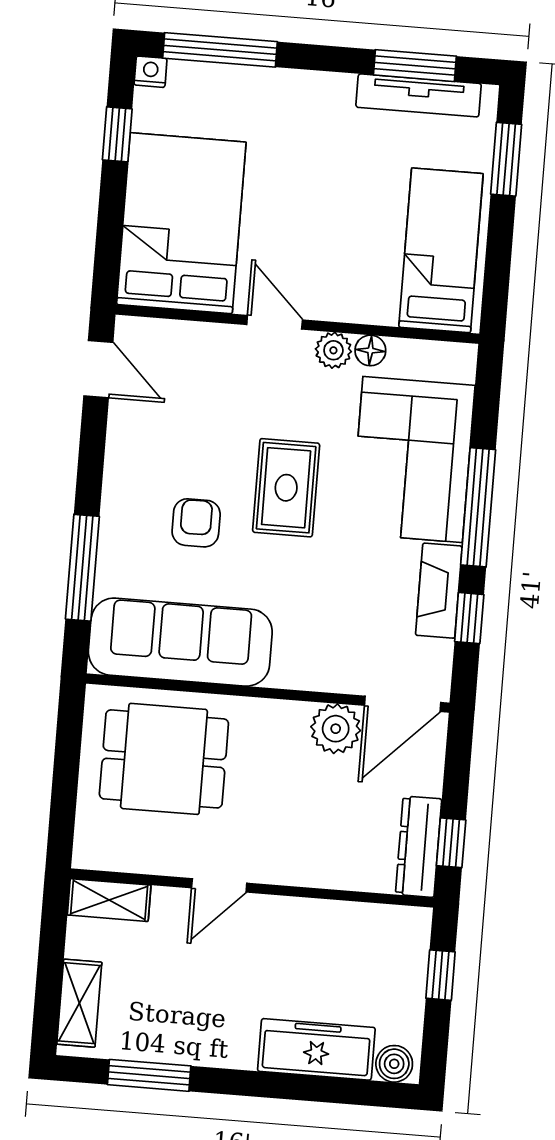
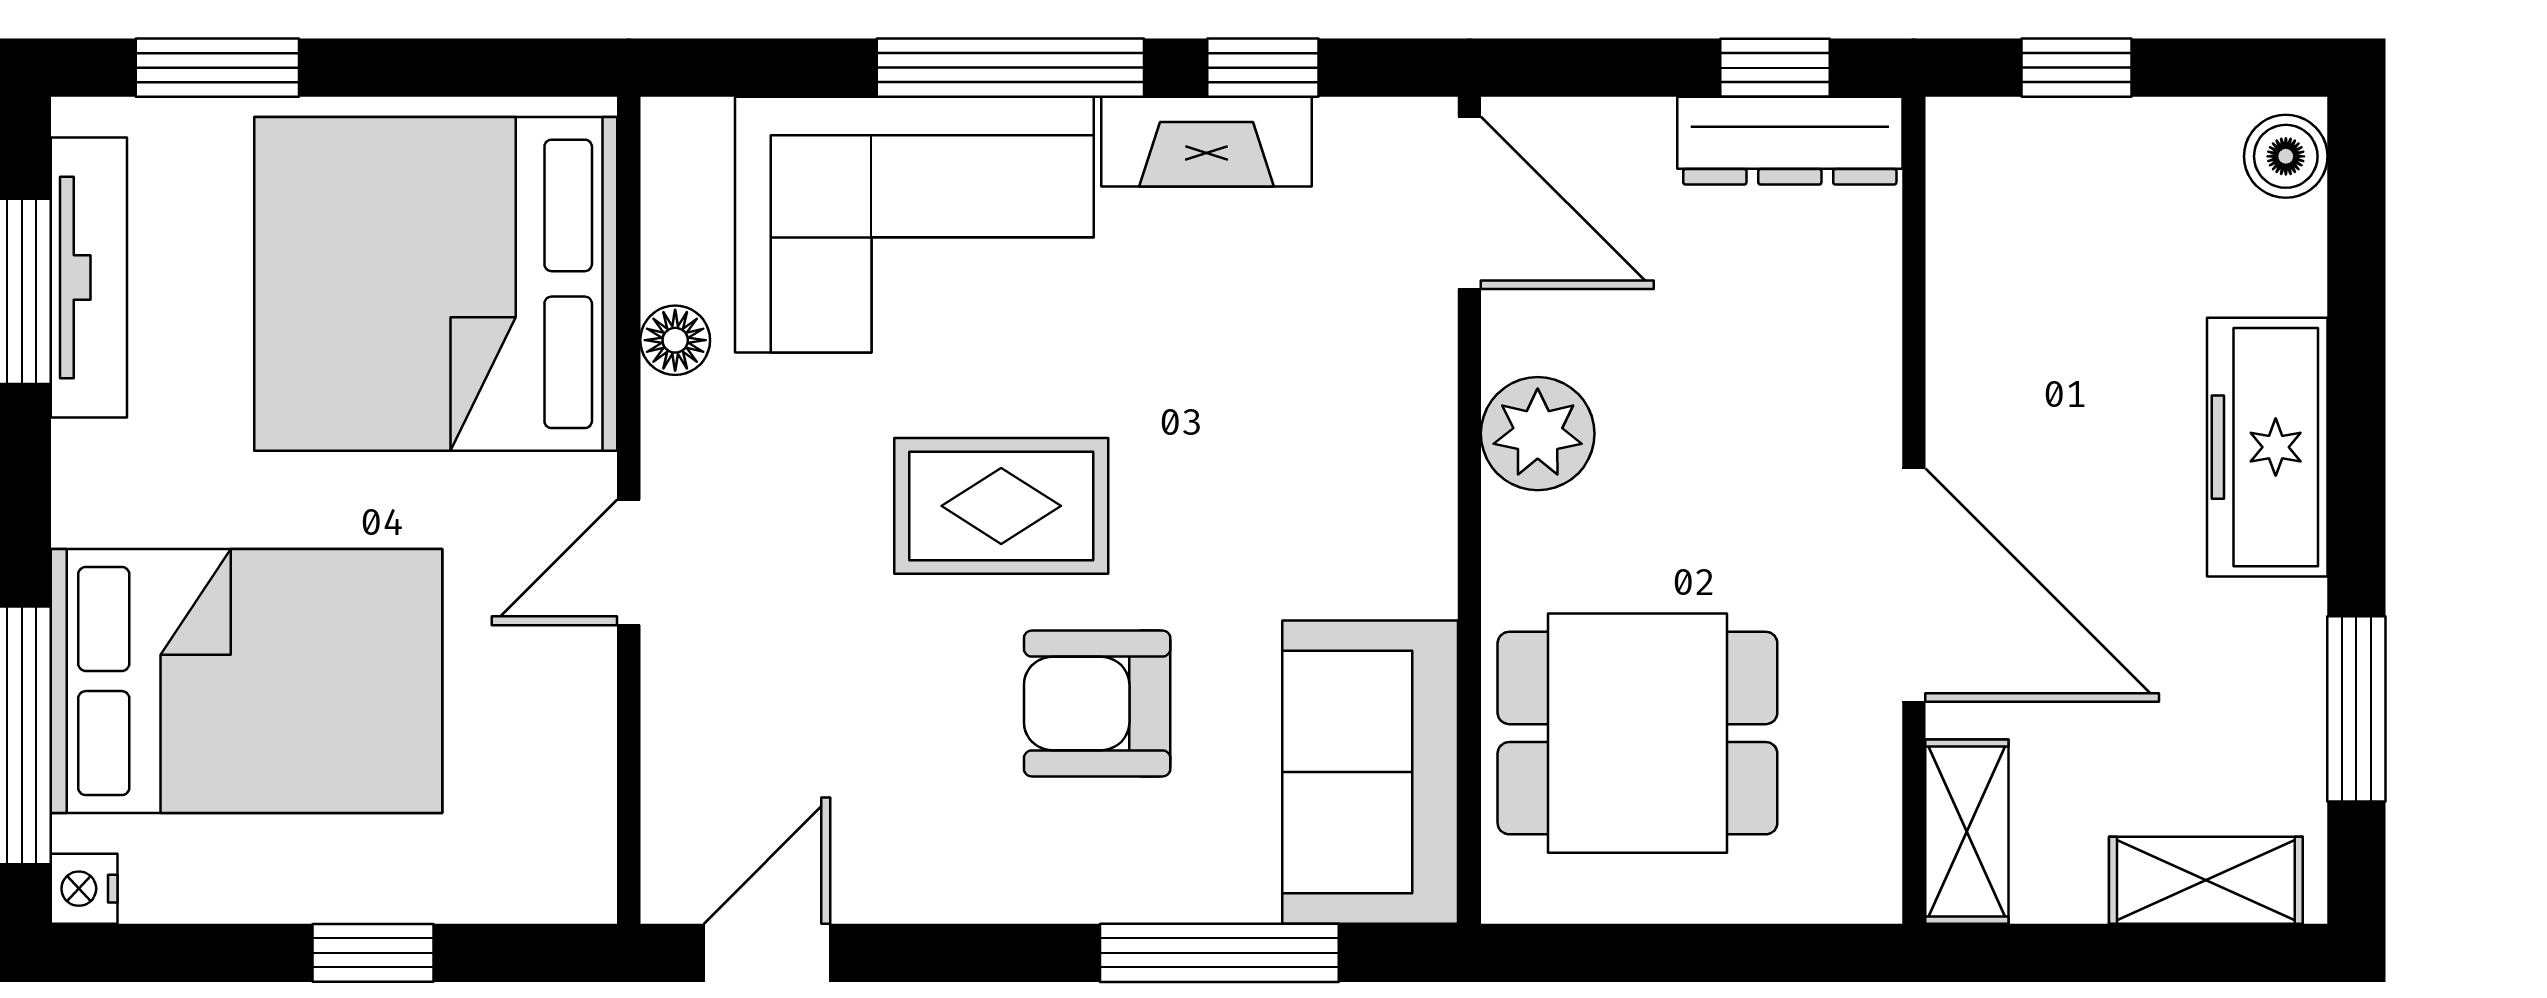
window: (117, 134) -> (373, 953), moved
bed: (181, 223) -> (247, 681), moved, turned 180
bed: (441, 250) -> (436, 284), width x2.04
plant: (333, 350) -> (681, 424), removed
armchair: (196, 523) -> (1097, 704), width x1.38, depth x1.38
sofa: (180, 642) -> (1370, 772), width x0.73
plant: (336, 729) -> (1538, 434), moved
dining table: (164, 759) -> (1637, 733), turned 90
door: (219, 885) -> (1914, 585), width x1.87
freezer: (316, 1049) -> (2267, 447), moved

